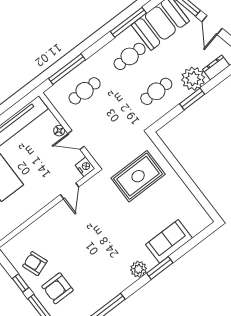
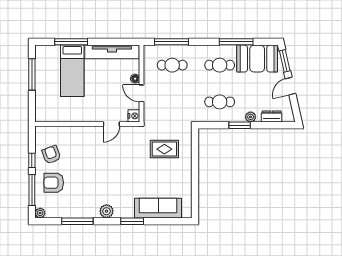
plant: (193, 79) -> (251, 117), width x0.53, depth x0.53
rug: (138, 176) -> (164, 149), width x0.73, depth x0.70
sofa: (169, 241) -> (158, 208), width x1.36
plant: (139, 269) -> (106, 211), moved

